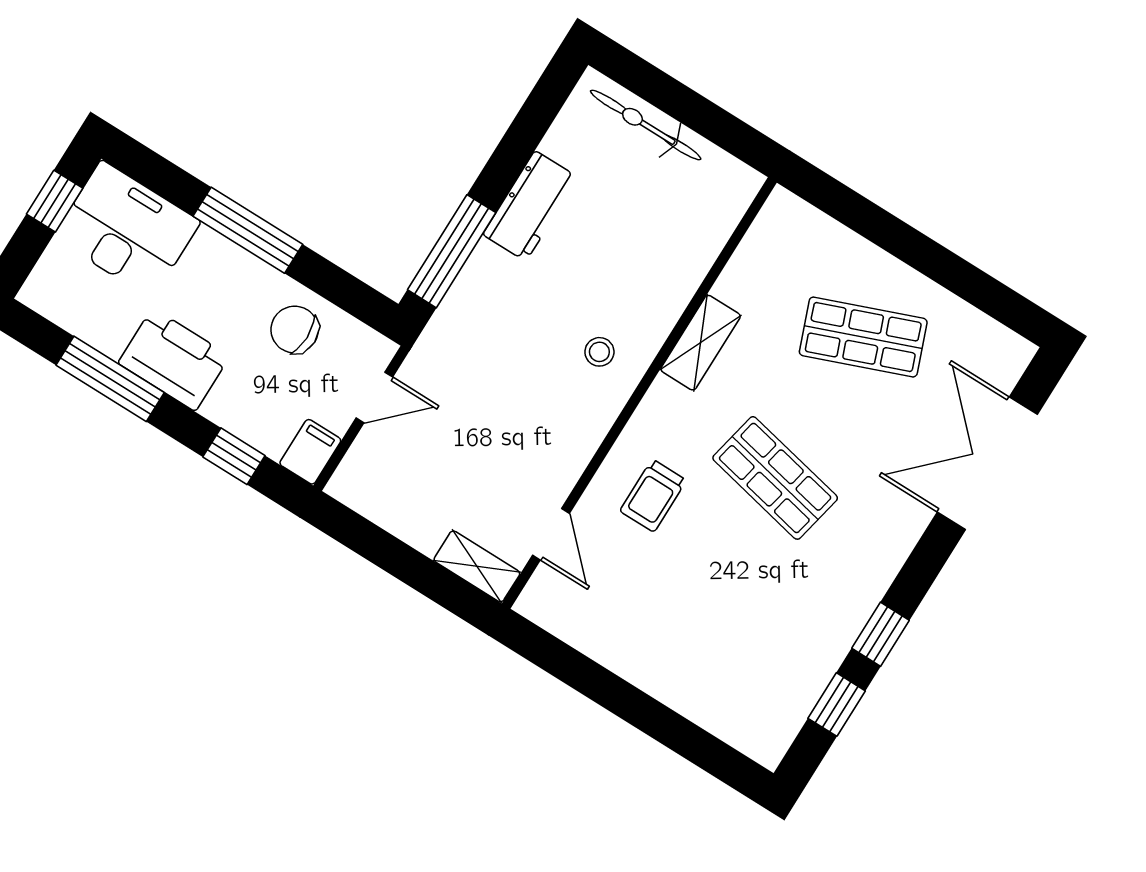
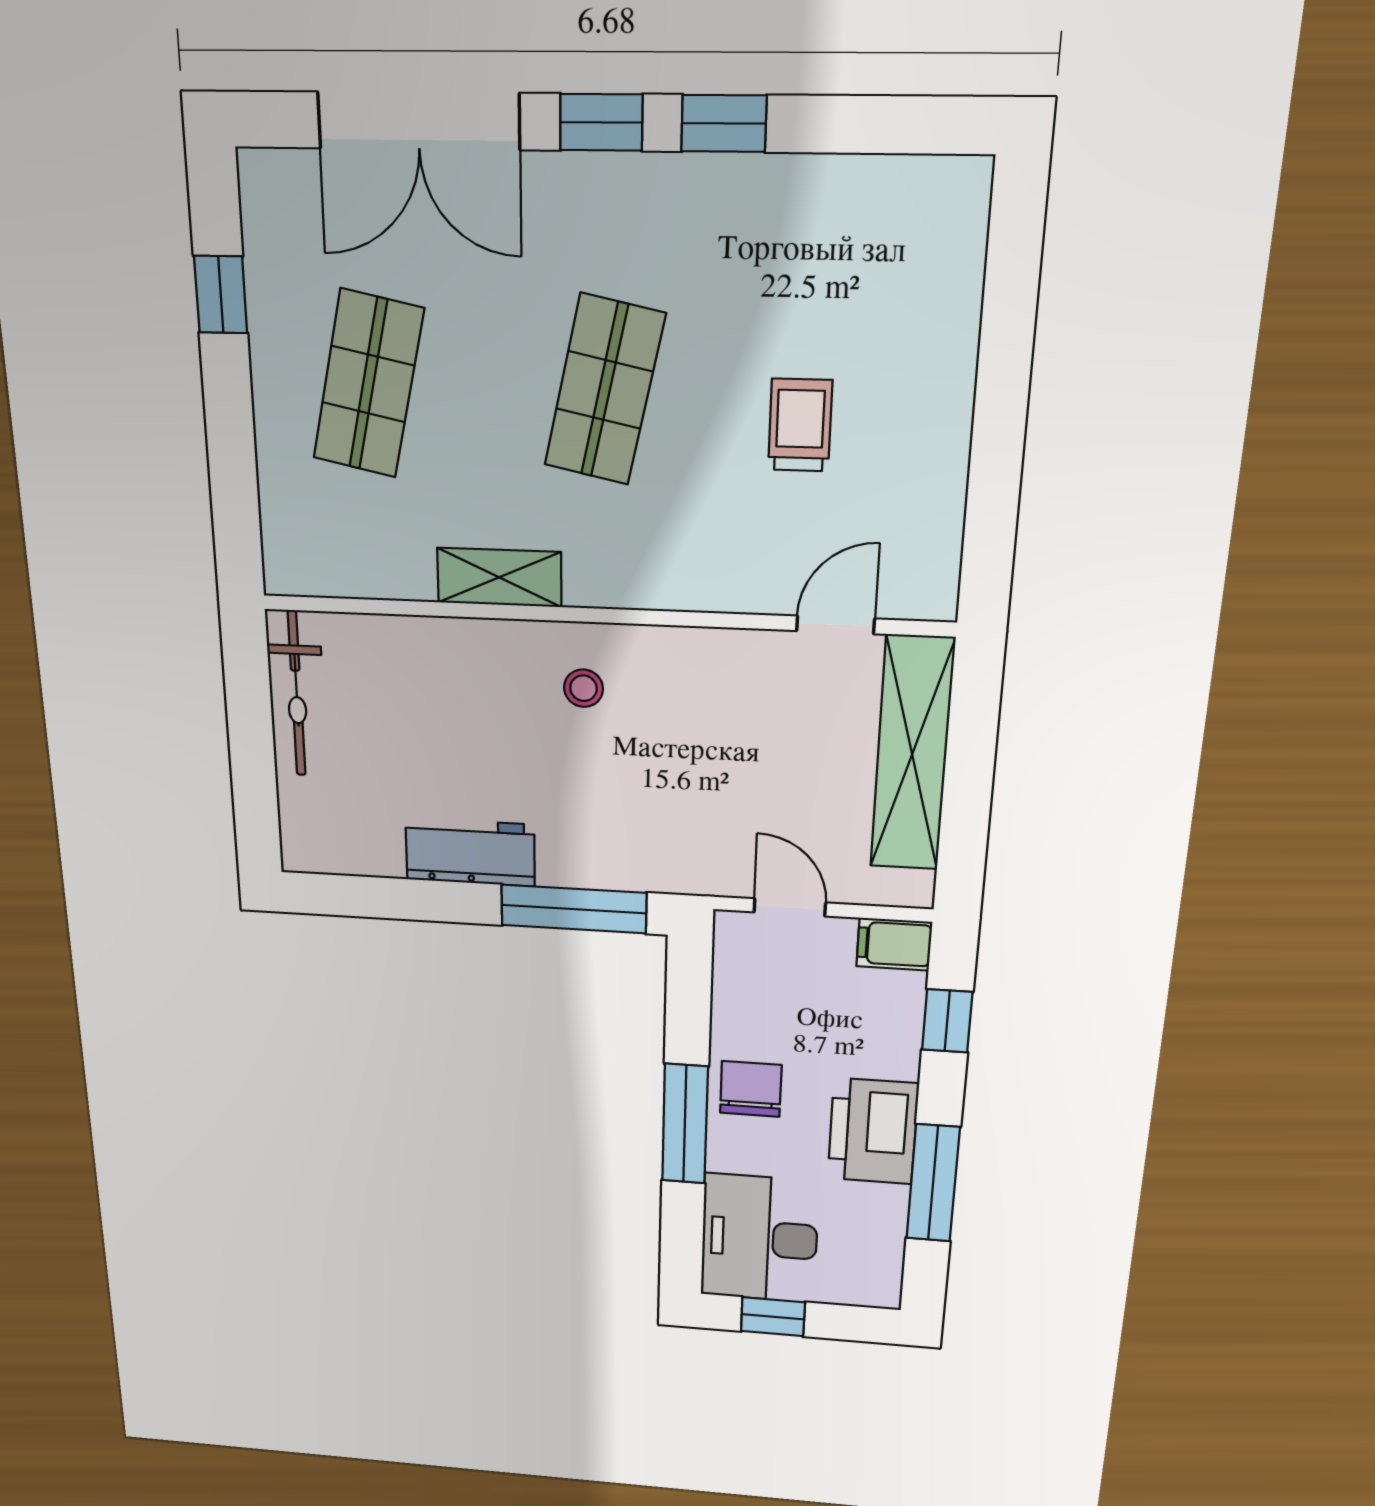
bicycle: (646, 125) -> (297, 694), moved
window: (967, 281) -> (221, 295), added
chair: (295, 330) -> (751, 1089), moved, turned 180
shop shelf: (863, 337) -> (368, 384), turned 33
trolley: (653, 496) -> (800, 425), moved, turned -90
shelving: (477, 566) -> (912, 754), width x2.20, depth x1.33
window: (837, 705) -> (601, 122), moved

